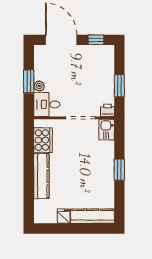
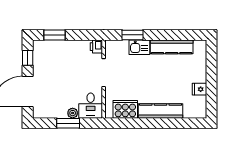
window: (119, 86) -> (54, 35), moved
kitchen sink: (107, 130) -> (139, 47), moved
window: (119, 170) -> (132, 35), moved
kitchen counter: (93, 216) -> (172, 47), moved, turned -90

